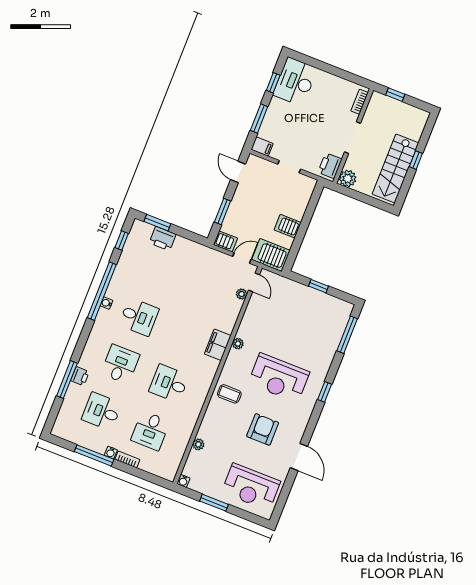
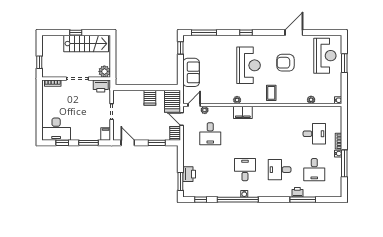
door: (238, 172) -> (128, 143), swing flipped
window: (318, 286) -> (180, 48), moved
sofa: (300, 296) -> (191, 72), added
desk: (169, 383) -> (210, 134), moved
window: (214, 503) -> (344, 63), moved

